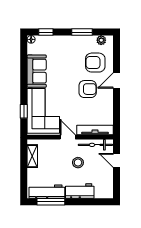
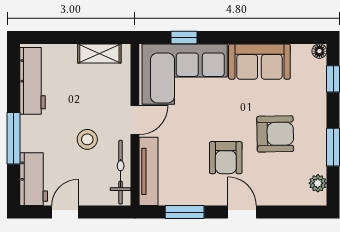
armchair: (95, 63) -> (275, 134), moved, turned 89
window: (117, 111) -> (185, 212), added
door: (117, 160) -> (65, 212), moved
workbench: (80, 191) -> (34, 179), moved
window: (51, 202) -> (14, 138), moved

